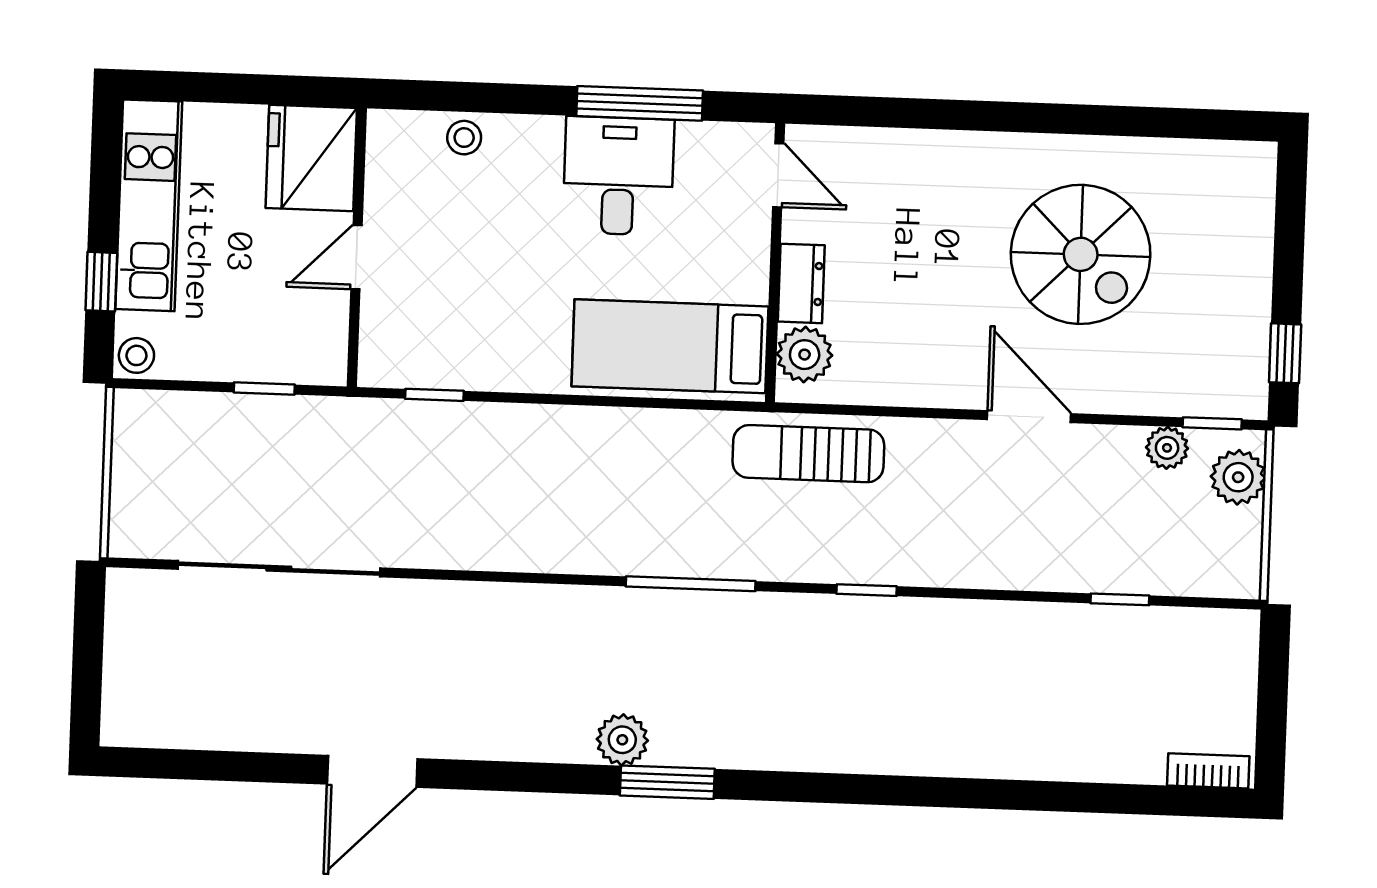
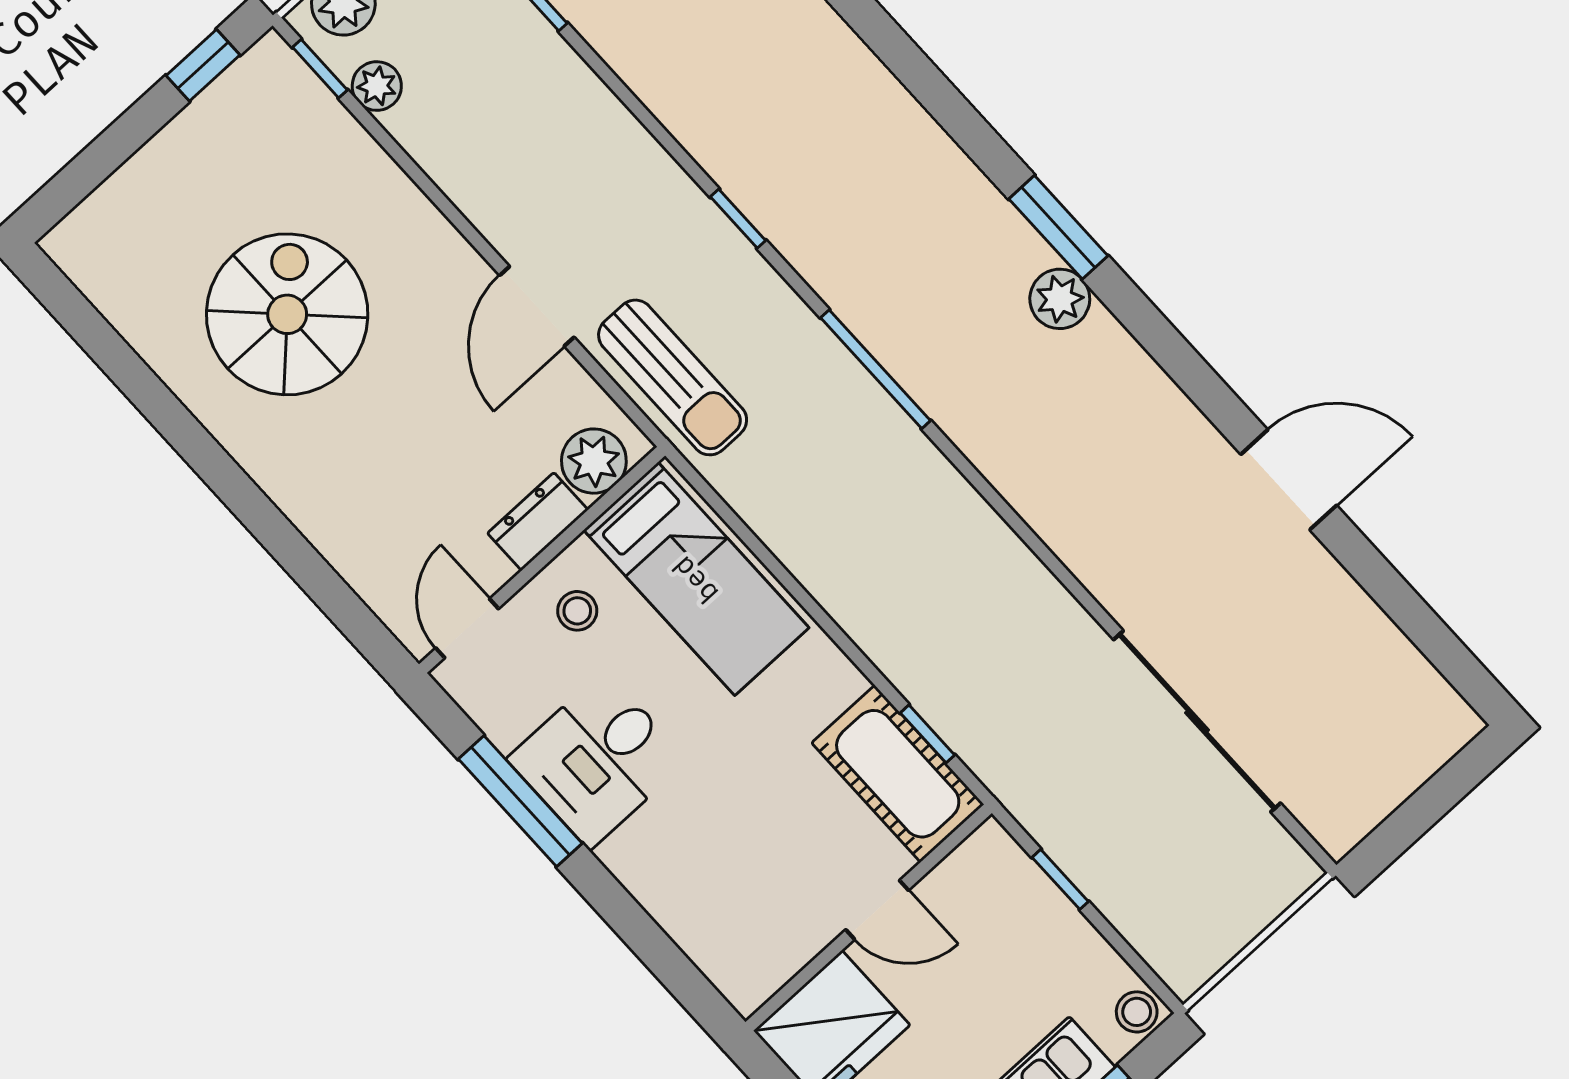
stool: (464, 138) -> (577, 611), moved
cot: (428, 352) -> (898, 774), added
door: (1029, 417) -> (537, 306), moved

